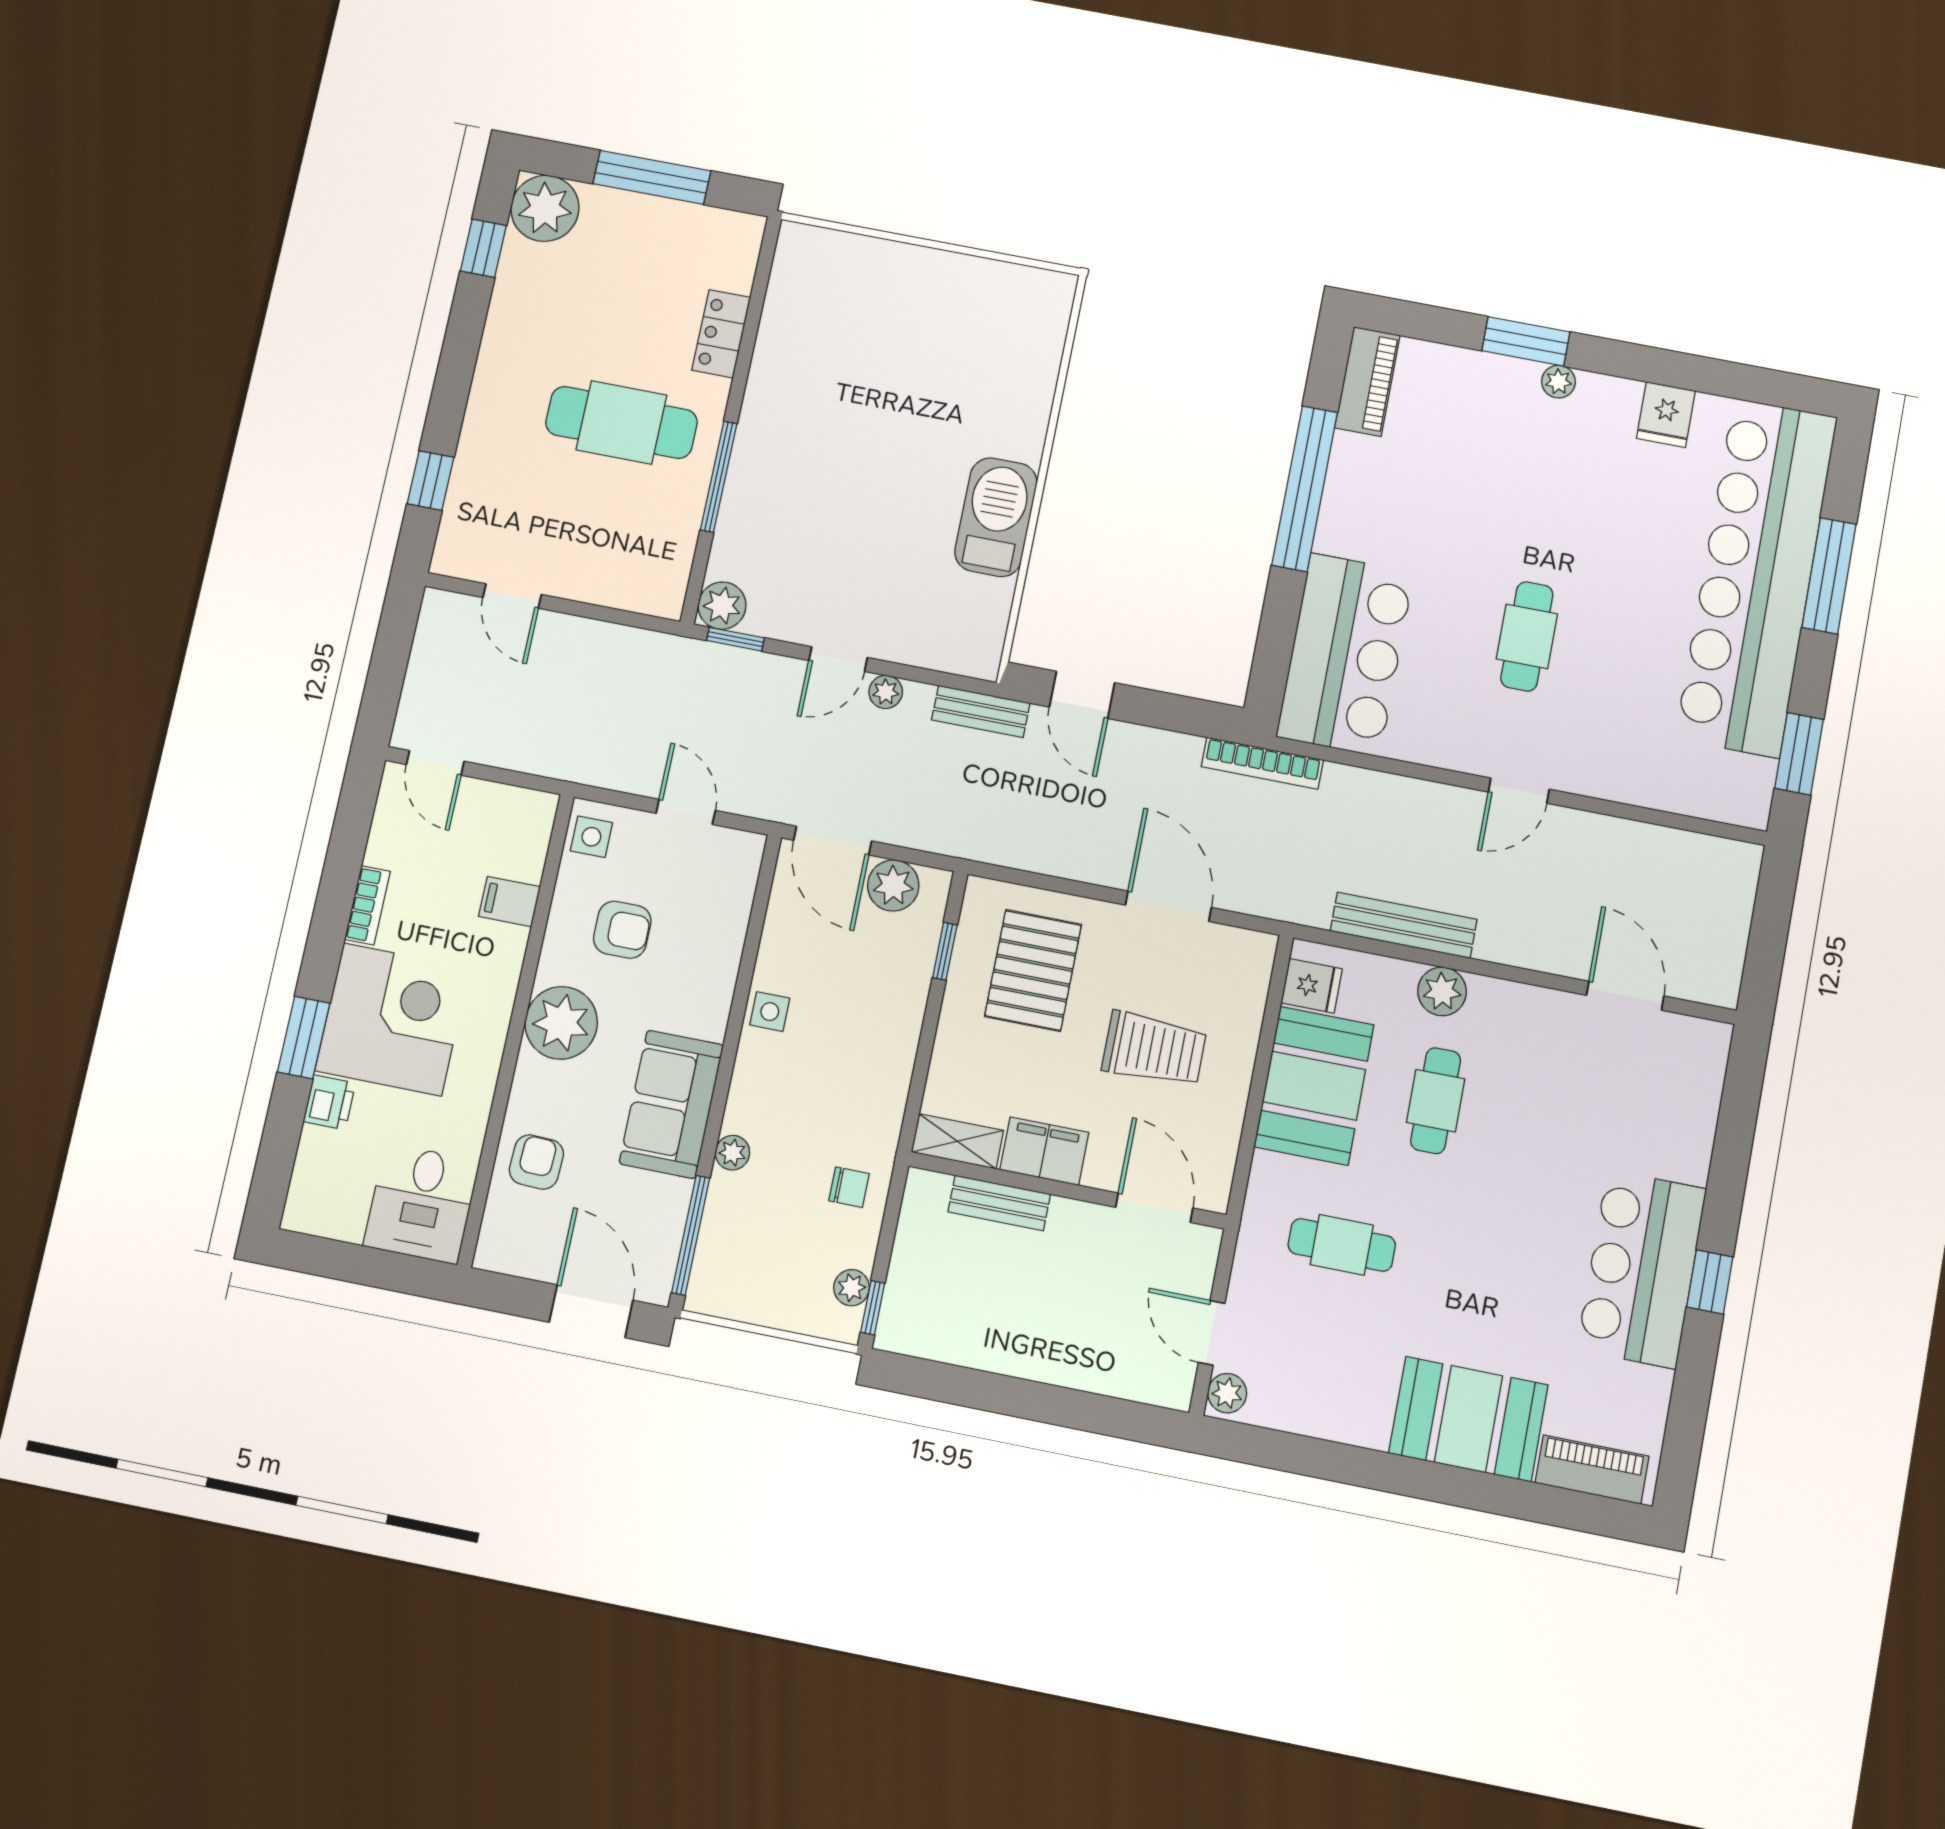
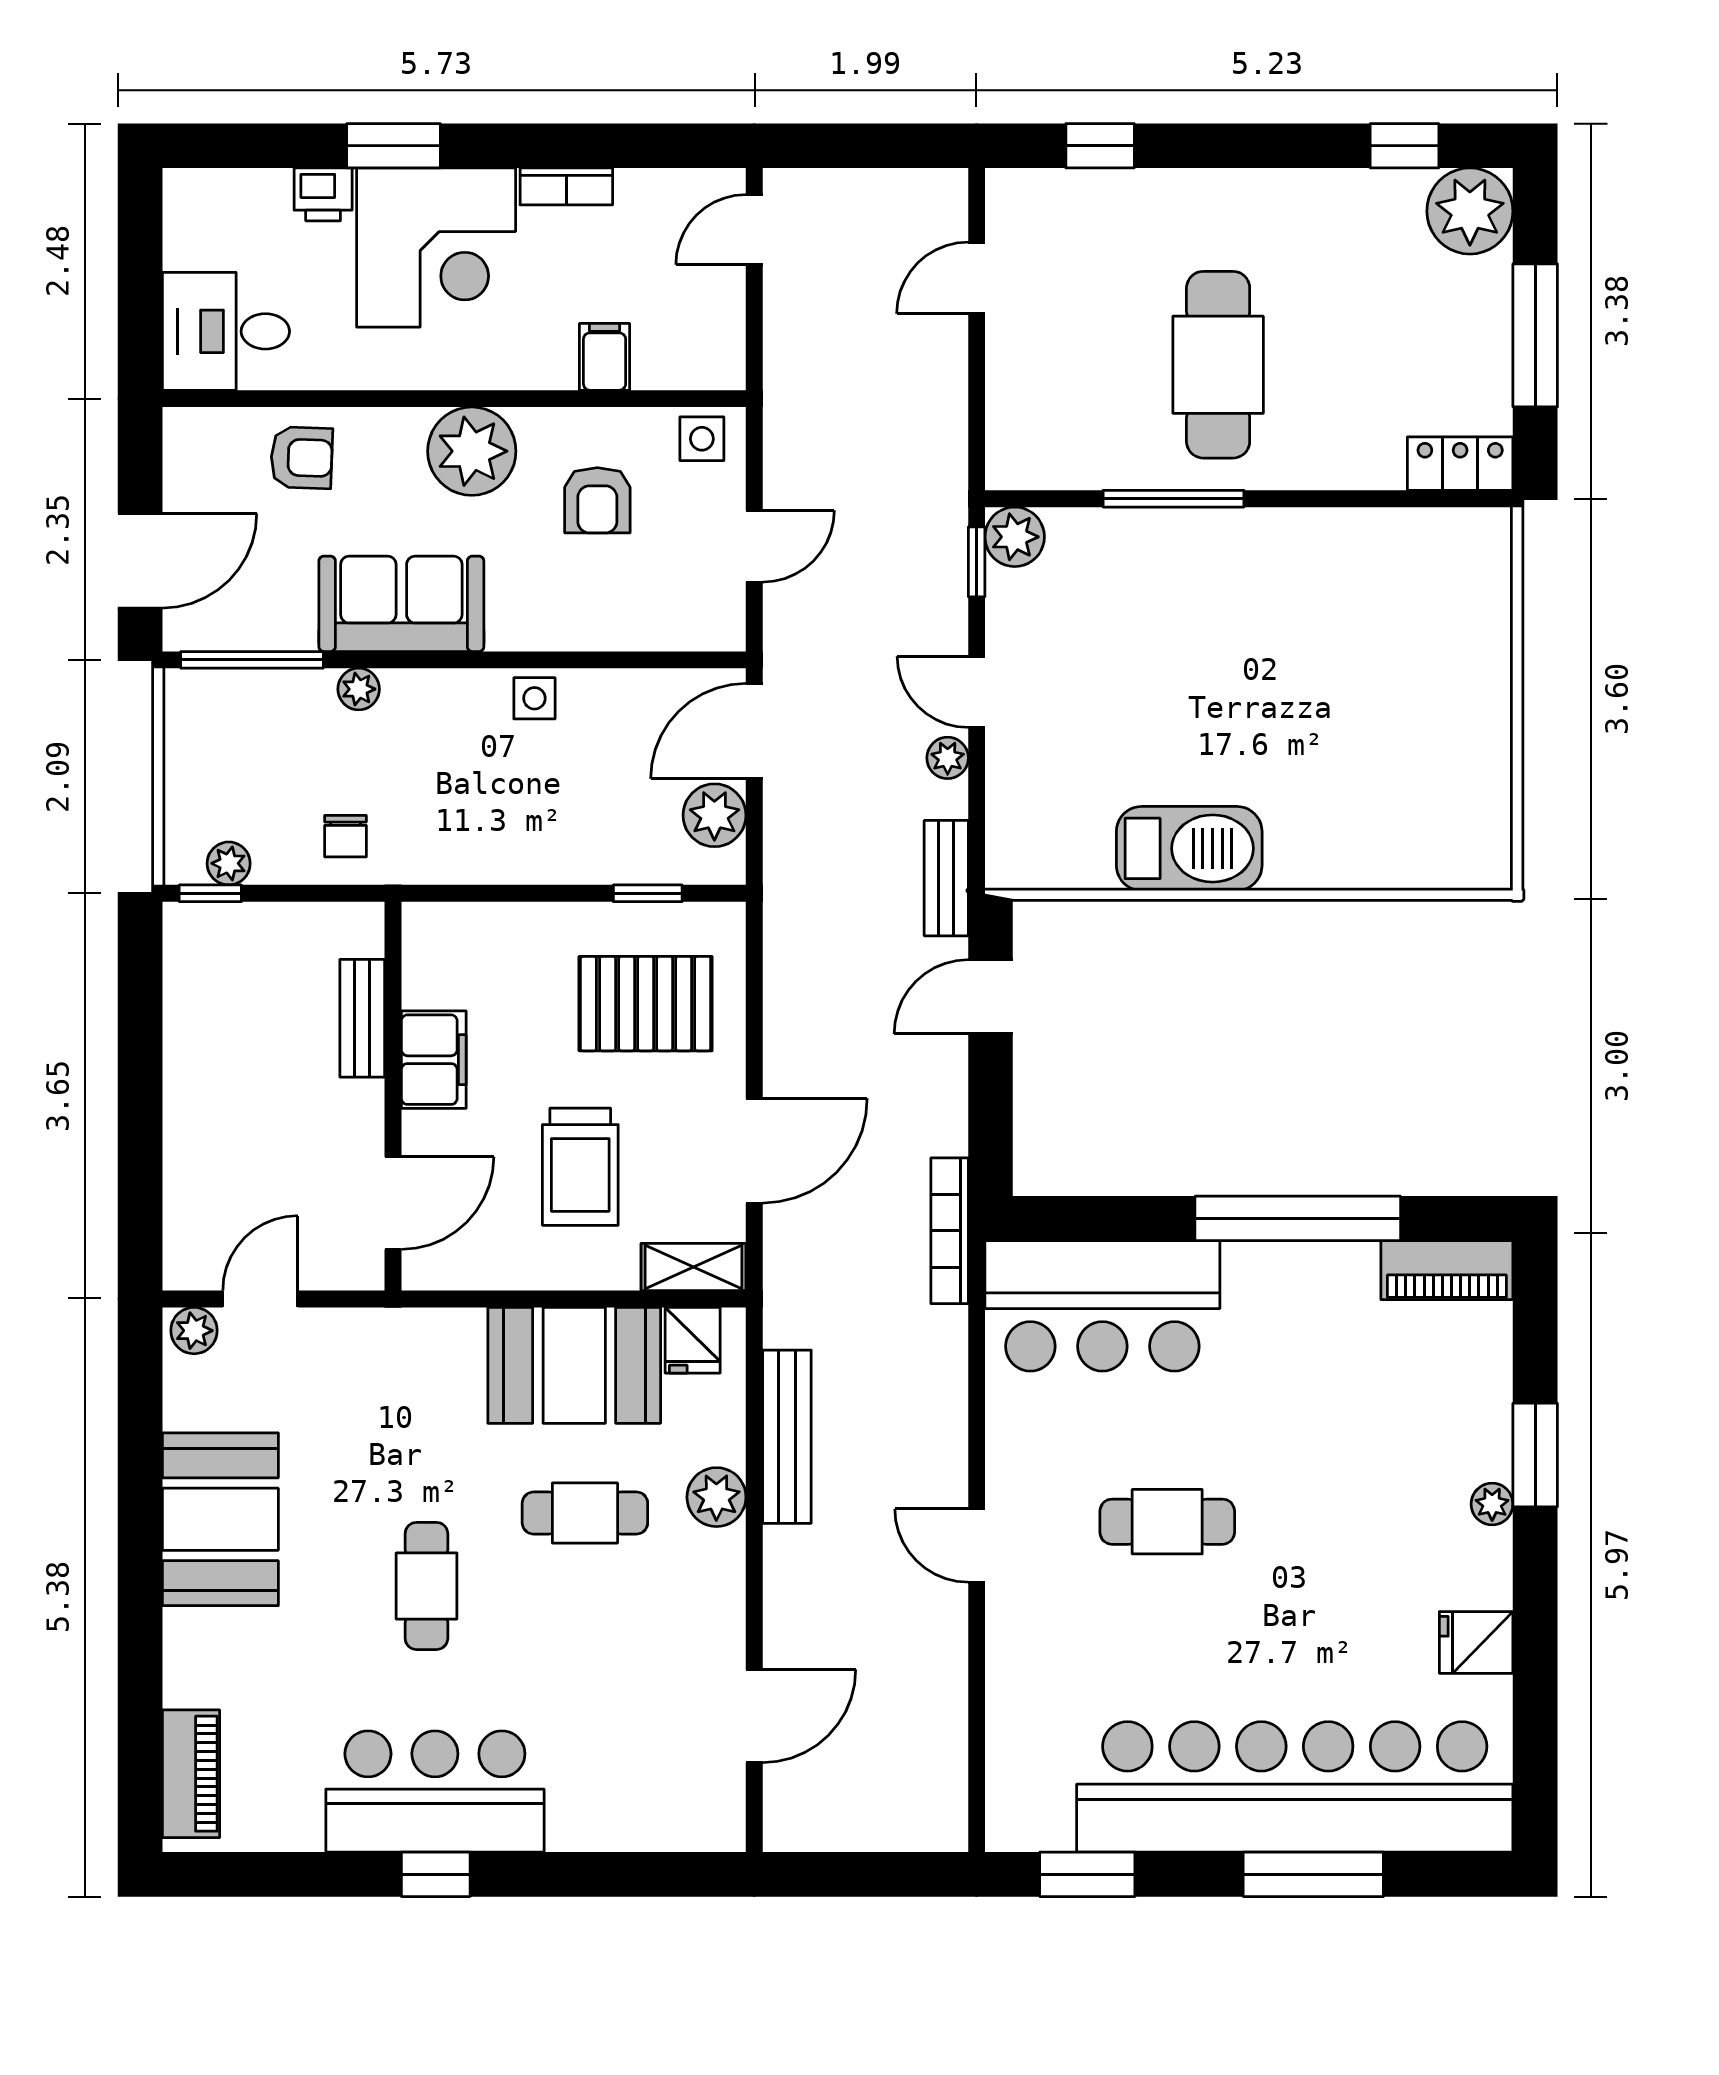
locker: (721, 334) -> (1460, 464), moved
shelving: (957, 1141) -> (693, 1267), moved, turned 90
cafe table: (1342, 1245) -> (426, 1586), moved
booth: (1468, 1419) -> (220, 1519), moved

